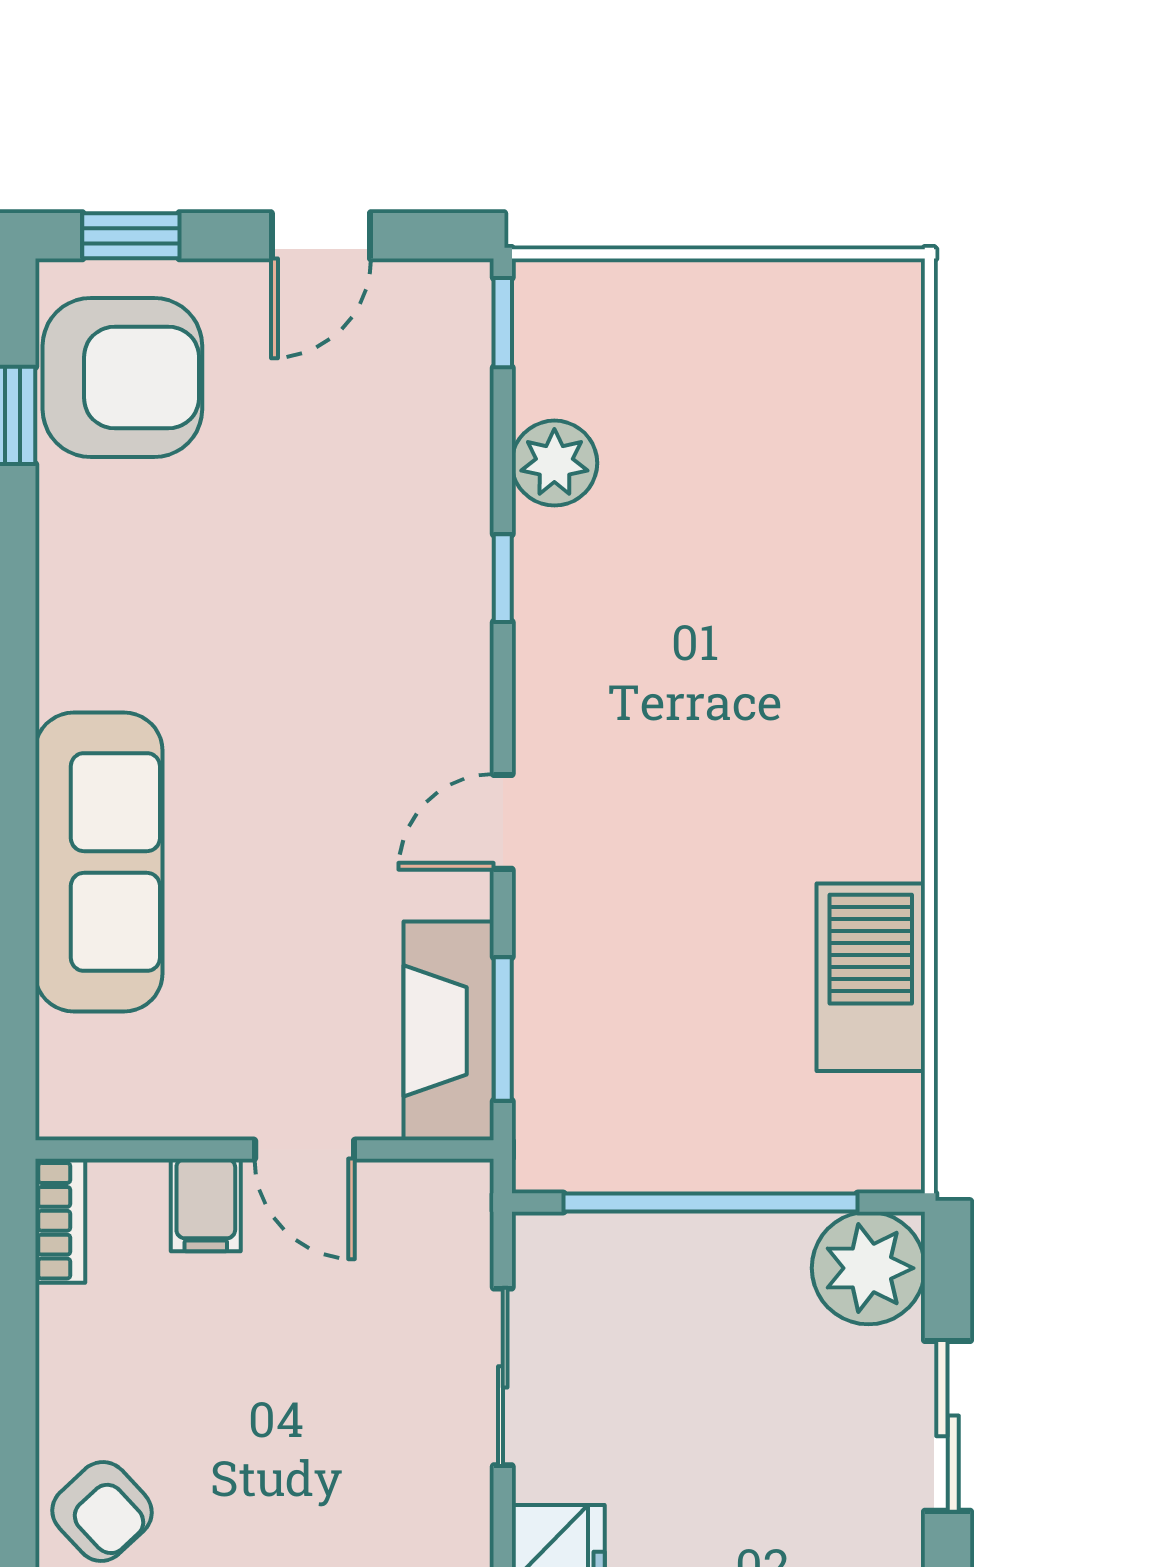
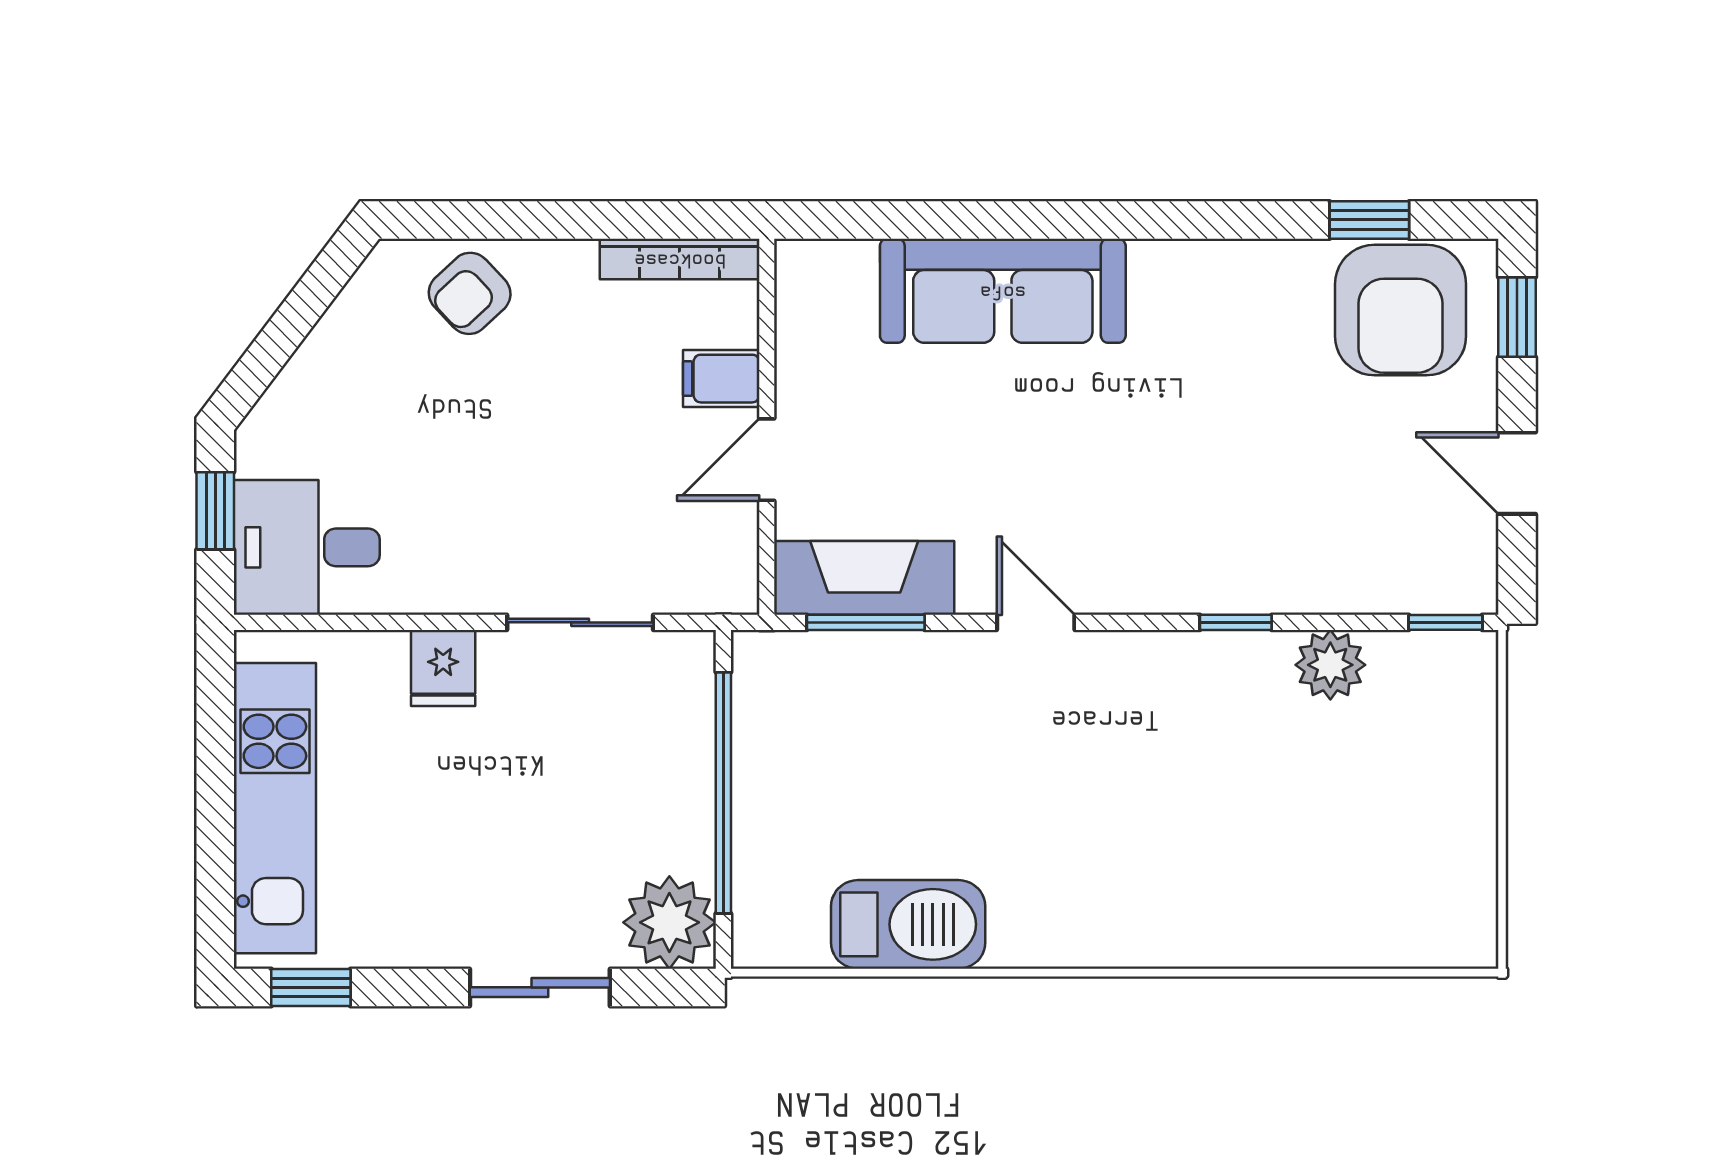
bookcase: (60, 1221) -> (680, 259), width x1.56

